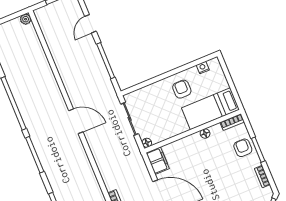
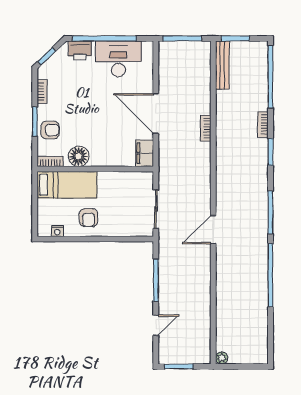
door: (76, 121) -> (213, 230), hinge flipped
floor lamp: (205, 134) -> (79, 156), width x1.89, depth x1.89
floor lamp: (147, 143) -> (148, 177), removed
armchair: (243, 148) -> (50, 130), turned -90

